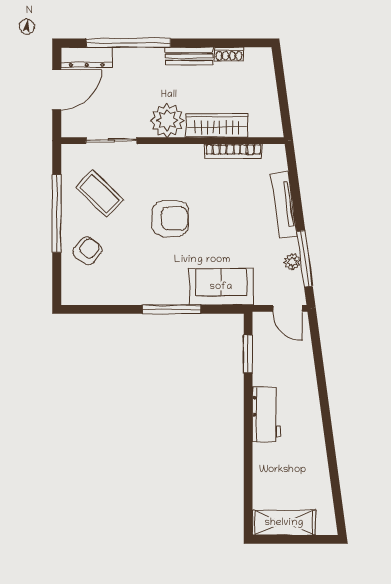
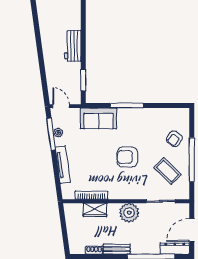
wardrobe: (217, 125) -> (95, 210), width x0.67

